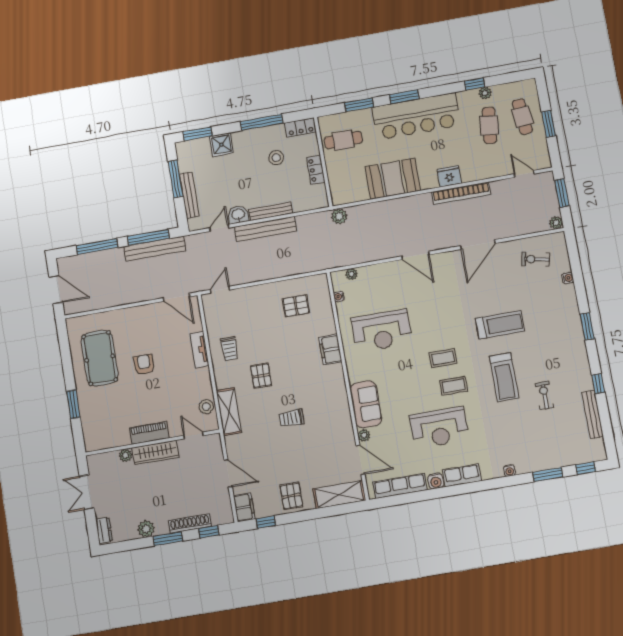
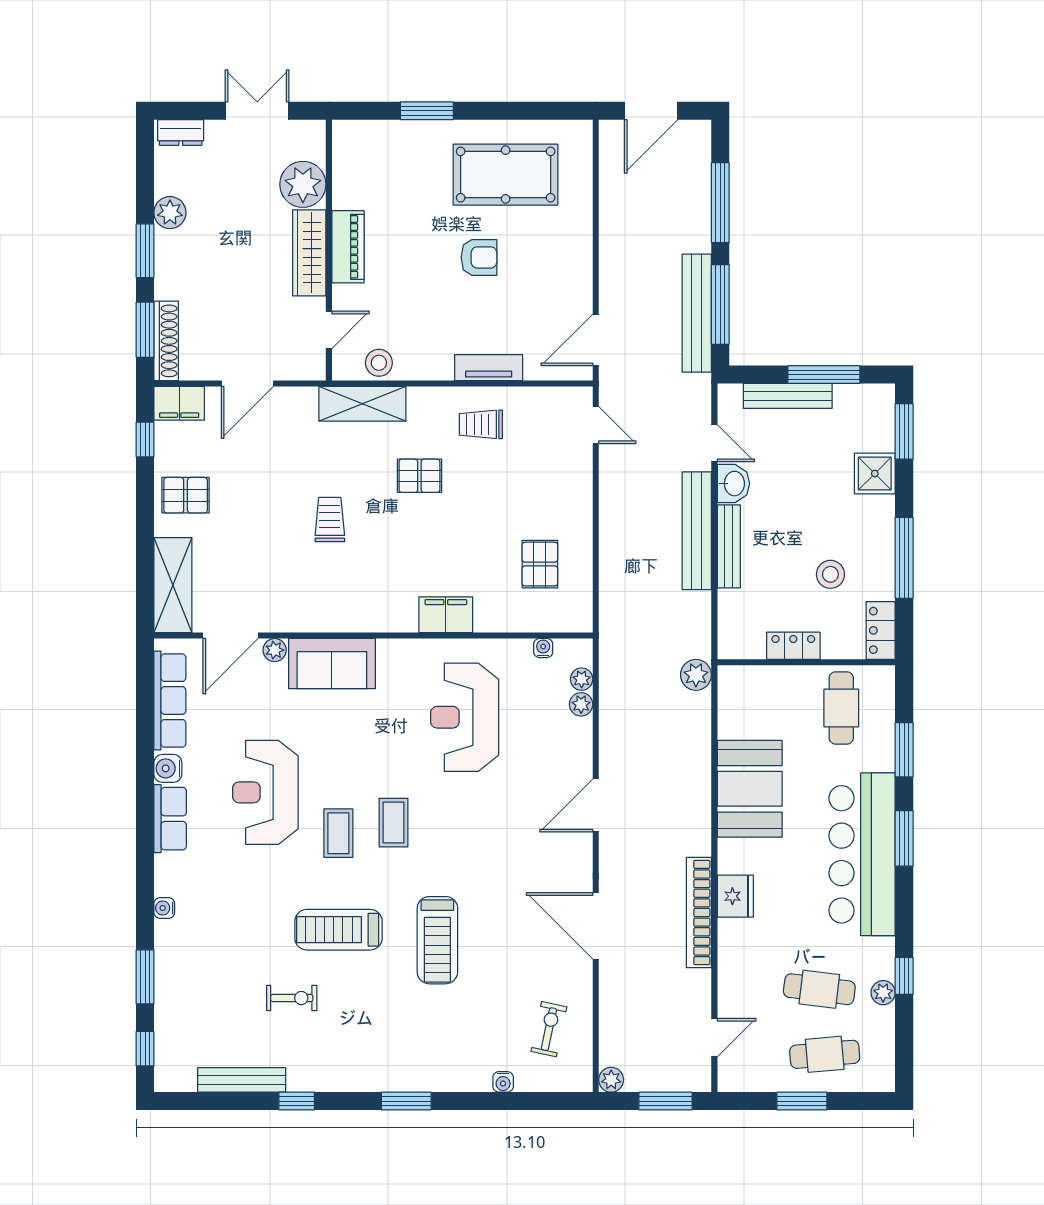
plant: (365, 272) -> (581, 704), added
plant: (125, 455) -> (303, 184), width x1.87, depth x1.87
shoe rack: (190, 523) -> (166, 341), moved
window: (209, 532) -> (145, 330), width x1.50

